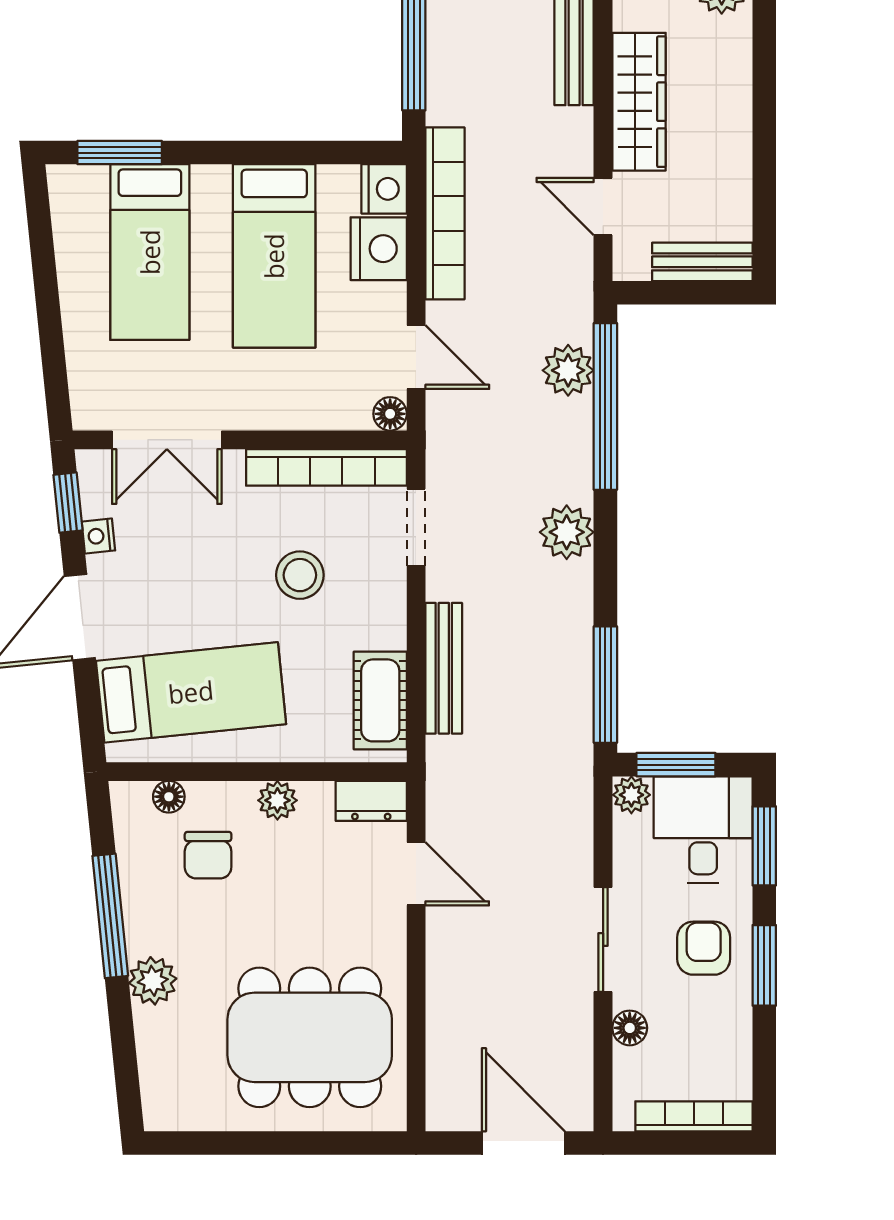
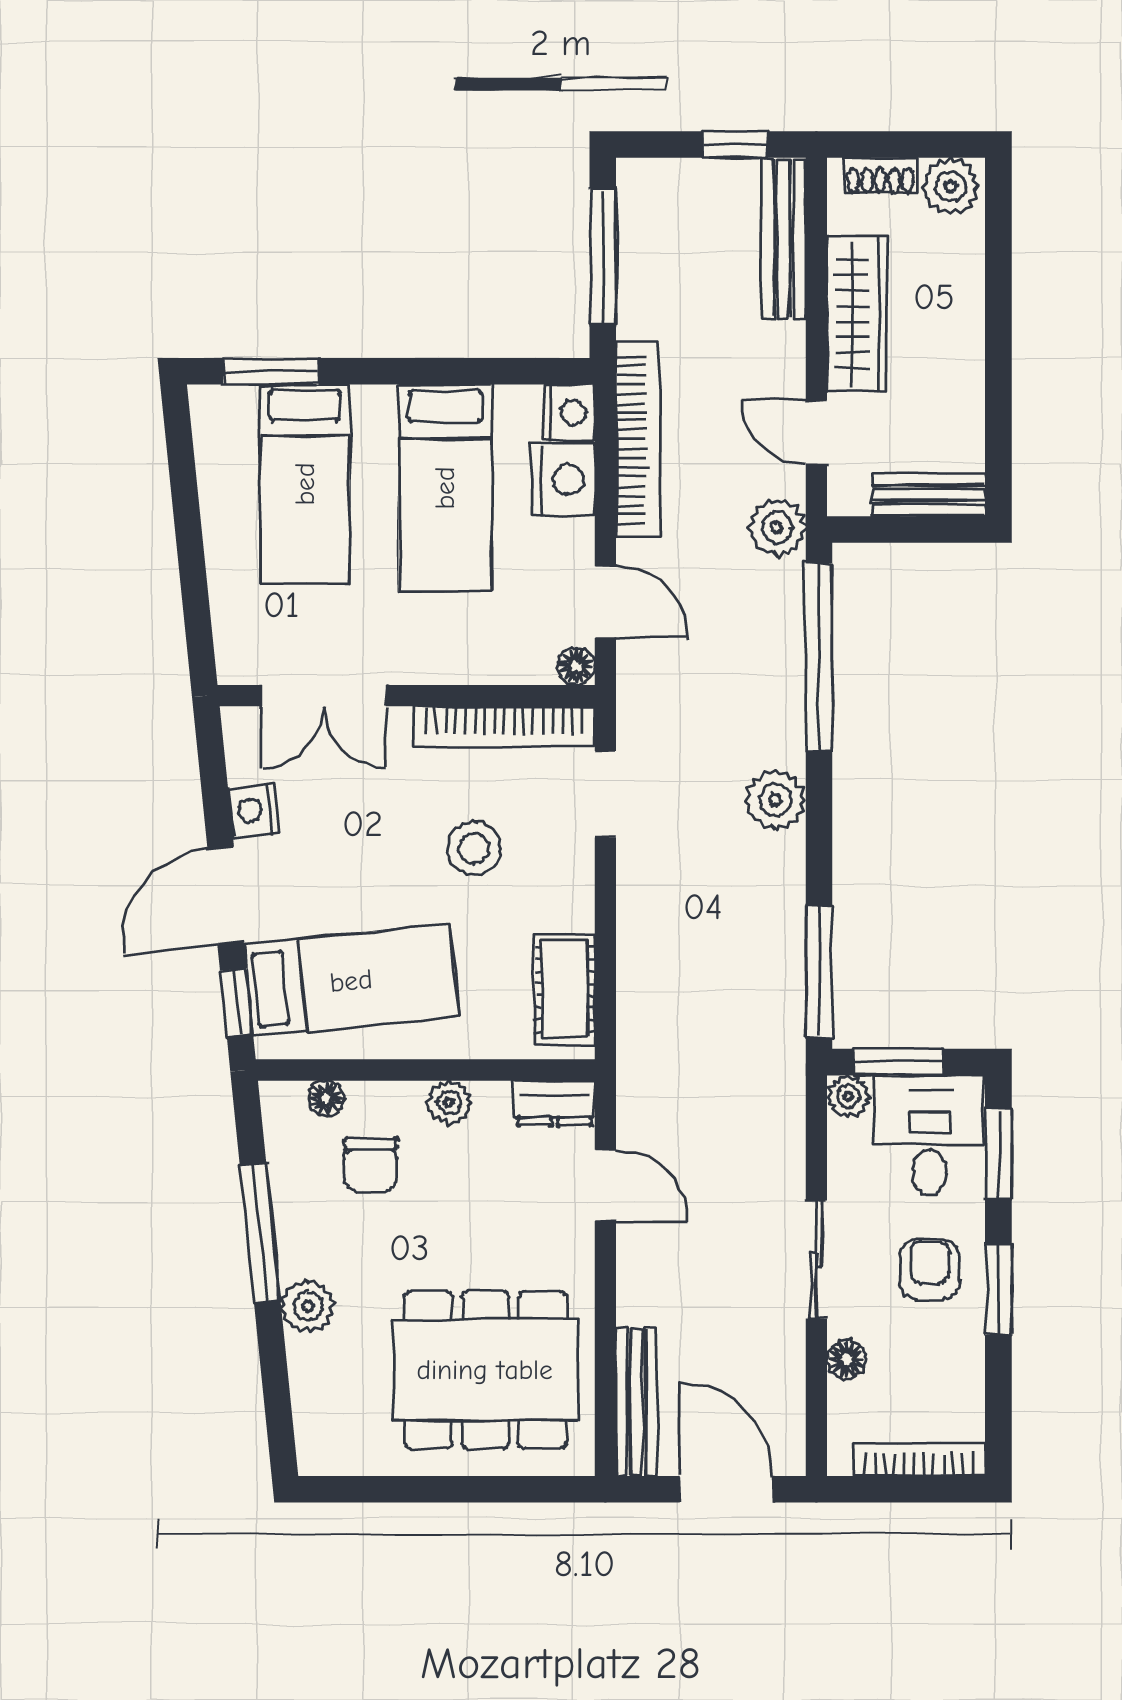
plant: (568, 370) -> (777, 527), moved
window: (68, 503) -> (237, 1002), moved
nightstand: (98, 536) -> (254, 810), width x1.39, depth x1.35
bench: (444, 668) -> (637, 1402), moved

